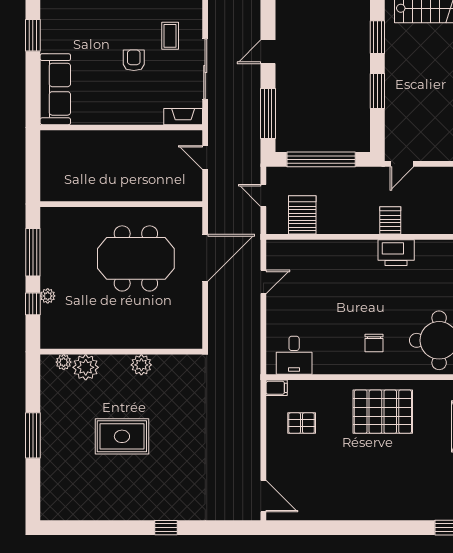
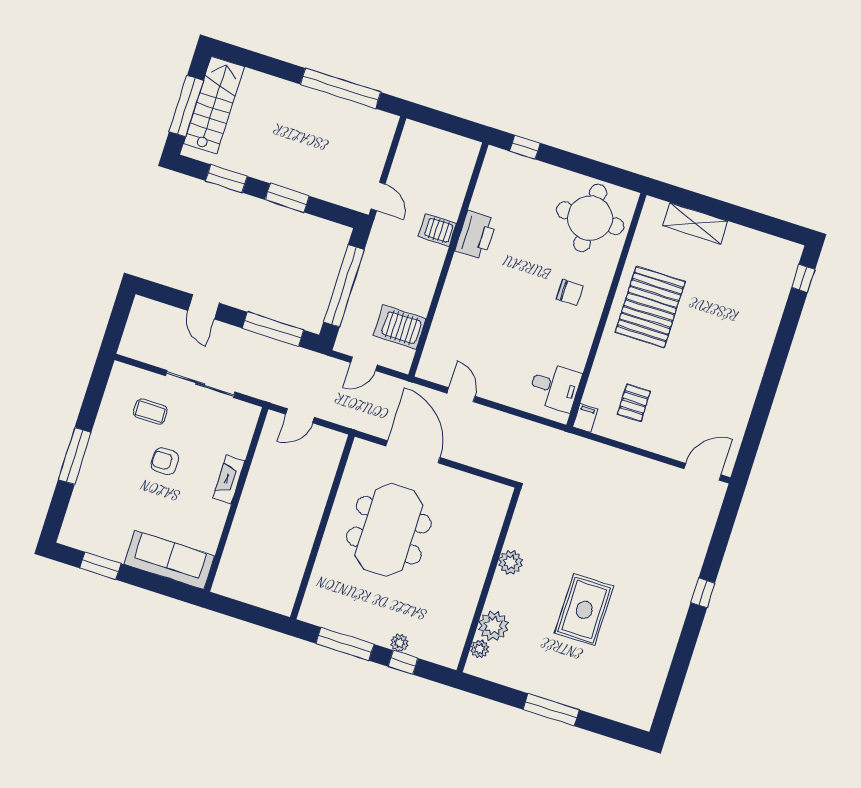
fireplace: (183, 117) -> (229, 479), moved

